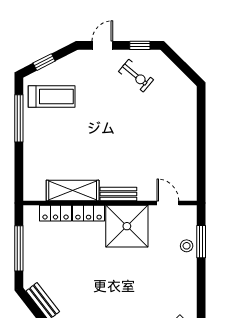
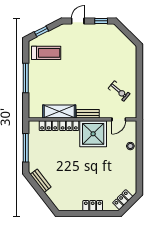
exercise bike: (136, 76) -> (119, 91), moved
window: (19, 118) -> (26, 78), moved
door: (168, 203) -> (119, 119), swing flipped
window: (201, 242) -> (139, 143), removed

